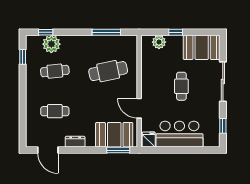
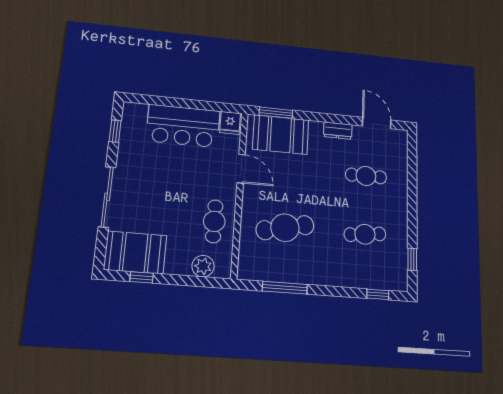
window: (176, 32) -> (141, 277), moved
plant: (51, 44) -> (369, 276), removed
cafe table: (181, 86) -> (214, 221), moved

